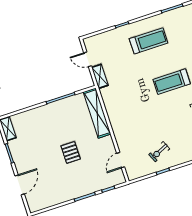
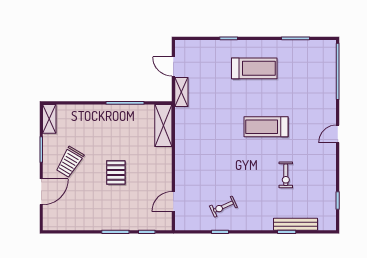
shelving: (97, 113) -> (163, 125), width x0.68
trolley: (34, 156) -> (70, 162), added

